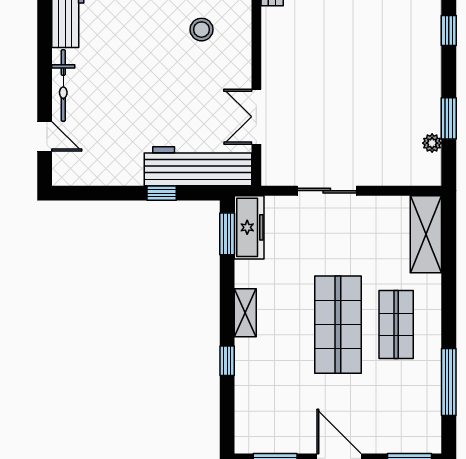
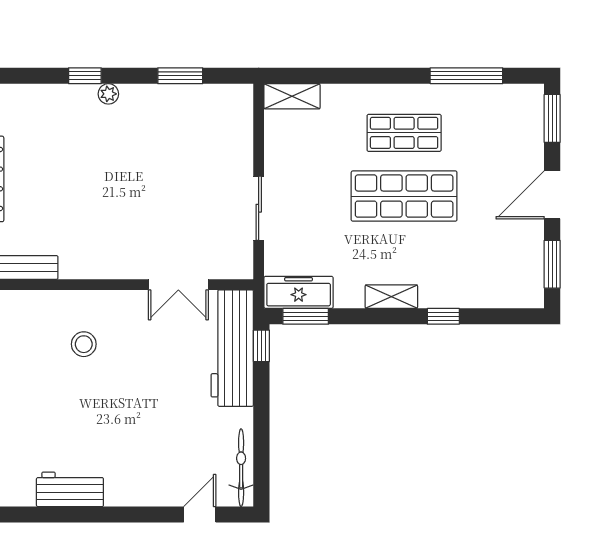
bicycle: (63, 85) -> (241, 468), moved, turned -90
plant: (432, 143) -> (108, 94), moved
window: (162, 193) -> (261, 346), moved
shelving: (426, 234) -> (292, 96), width x0.67, depth x0.75

